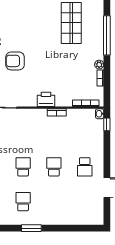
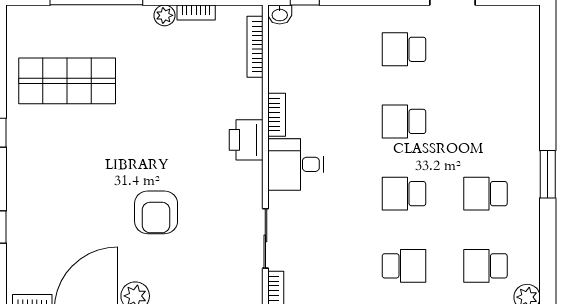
desk: (36, 121) -> (296, 164), added
school desk: (85, 167) -> (404, 49), turned 180

